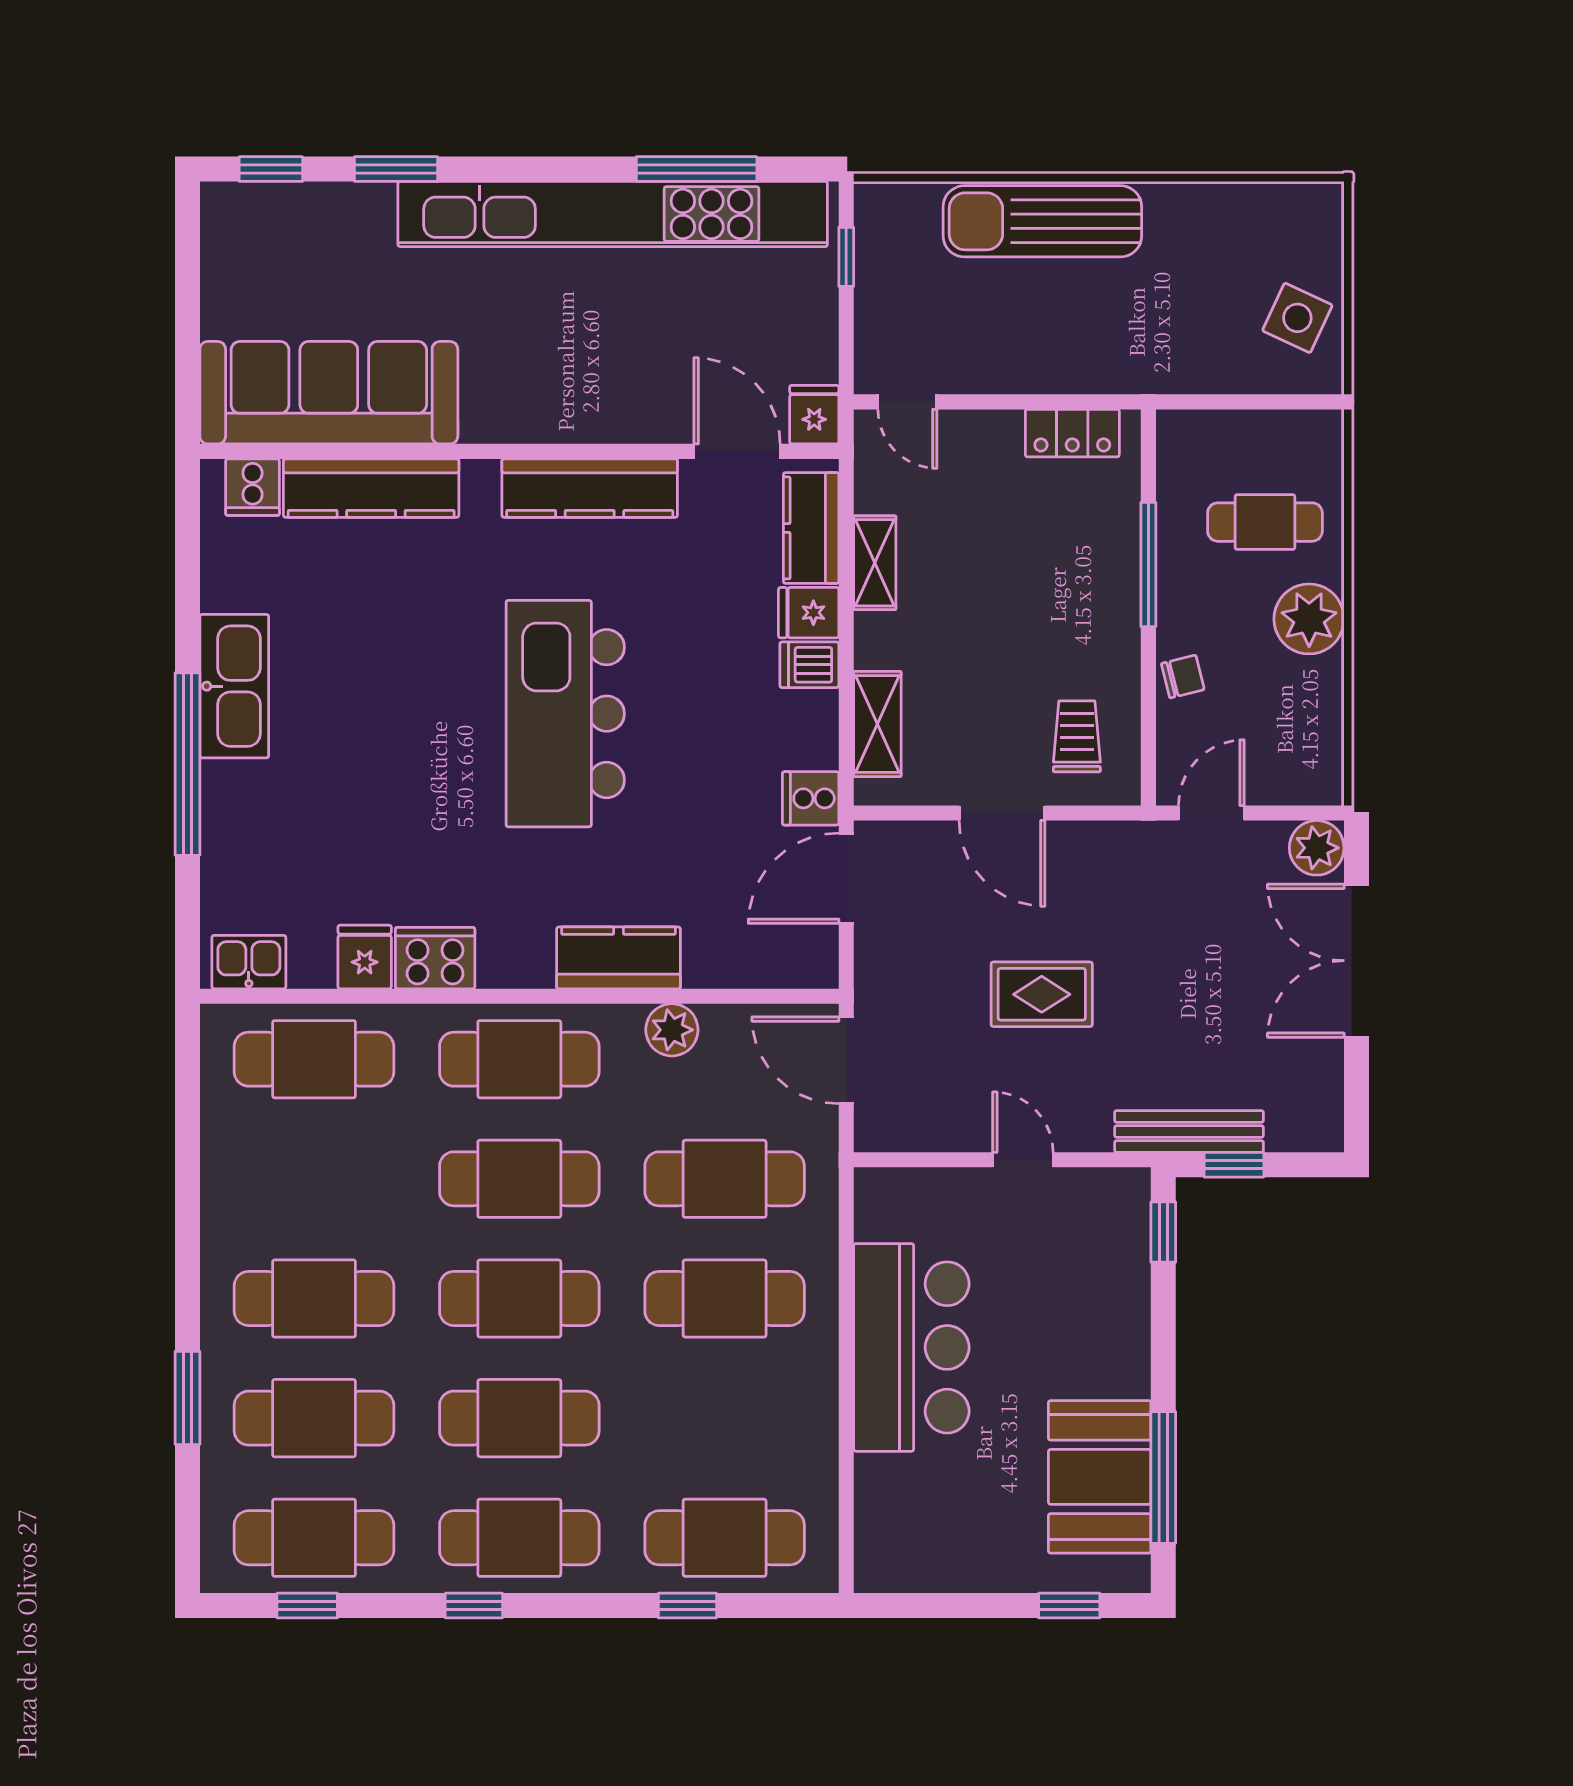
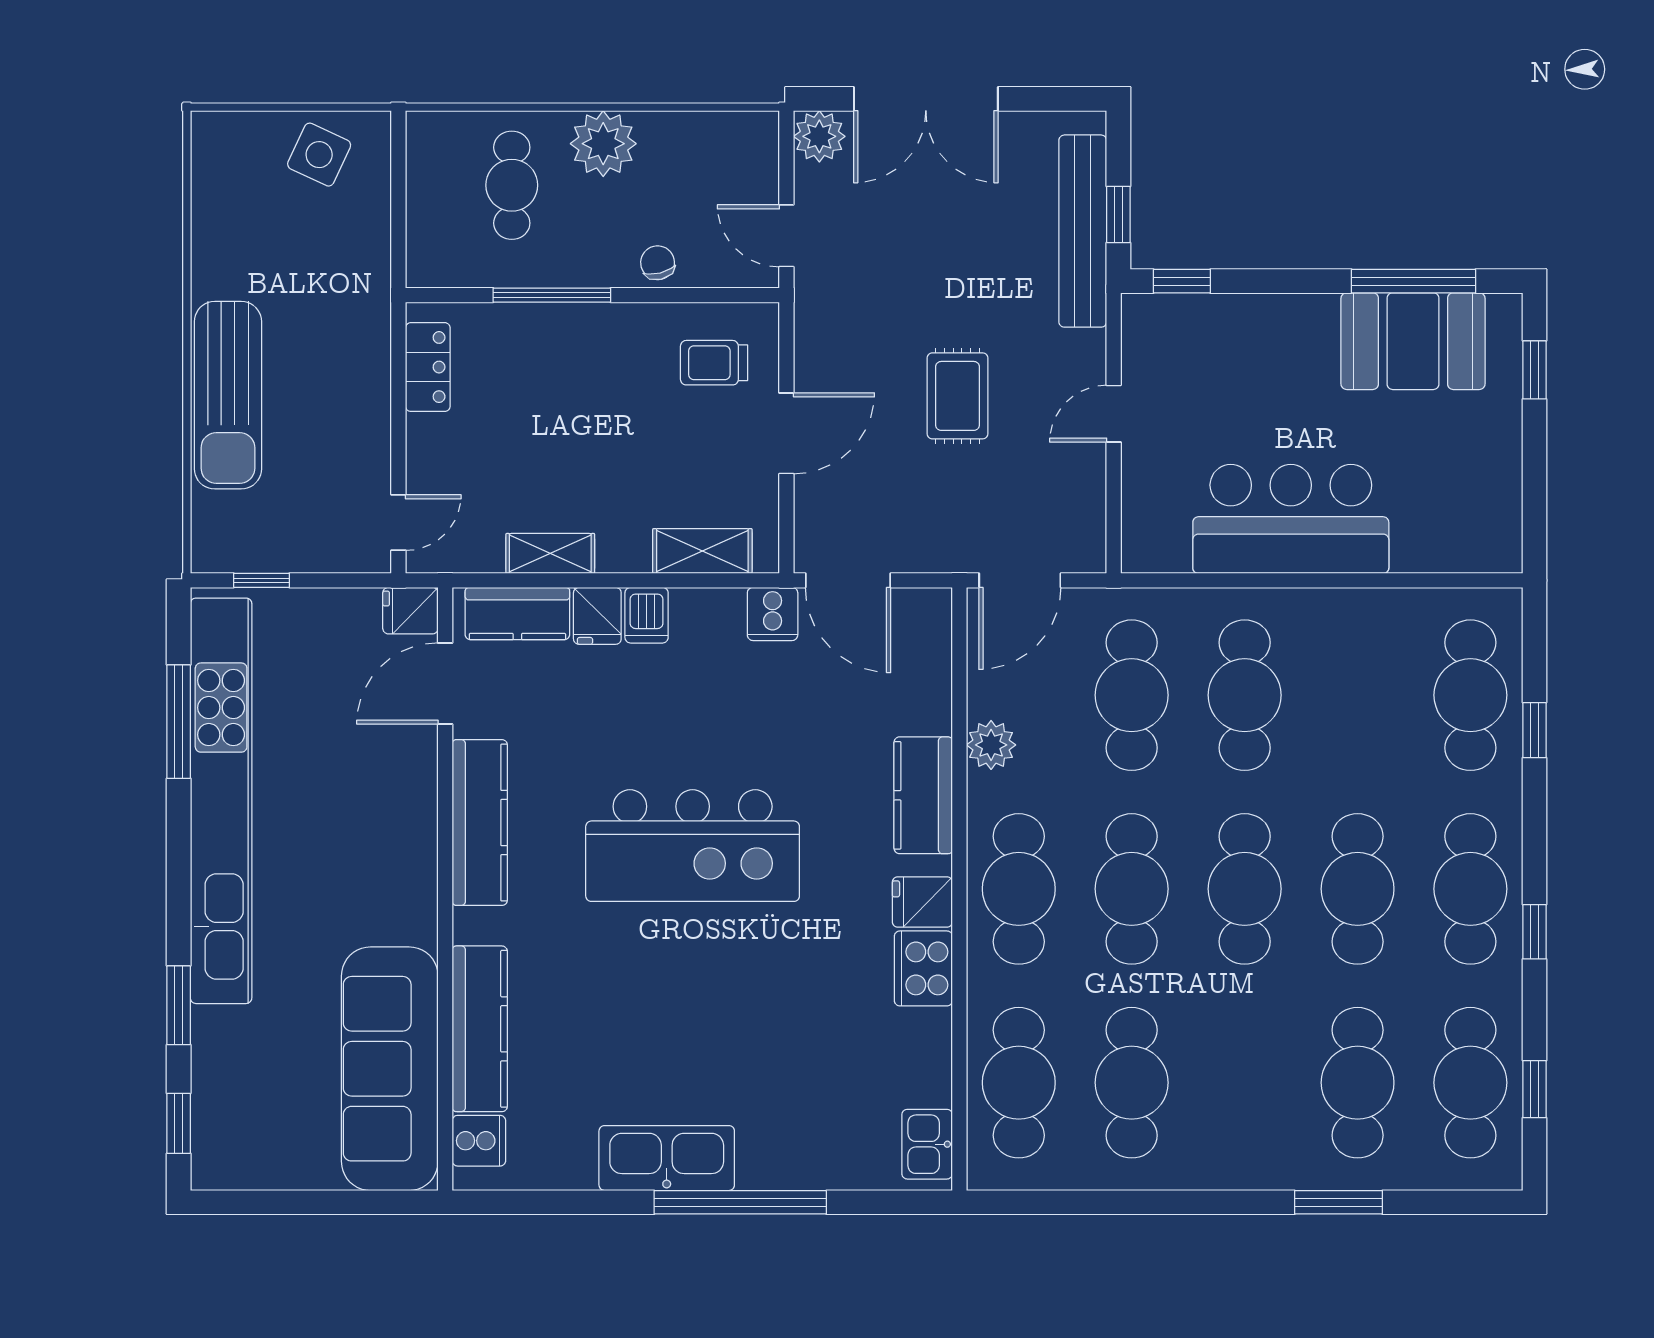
fridge: (365, 957) -> (922, 902), moved
bench: (1189, 1131) -> (1083, 231), width x1.37, depth x1.21
cafe table: (314, 1298) -> (1132, 1083), moved

